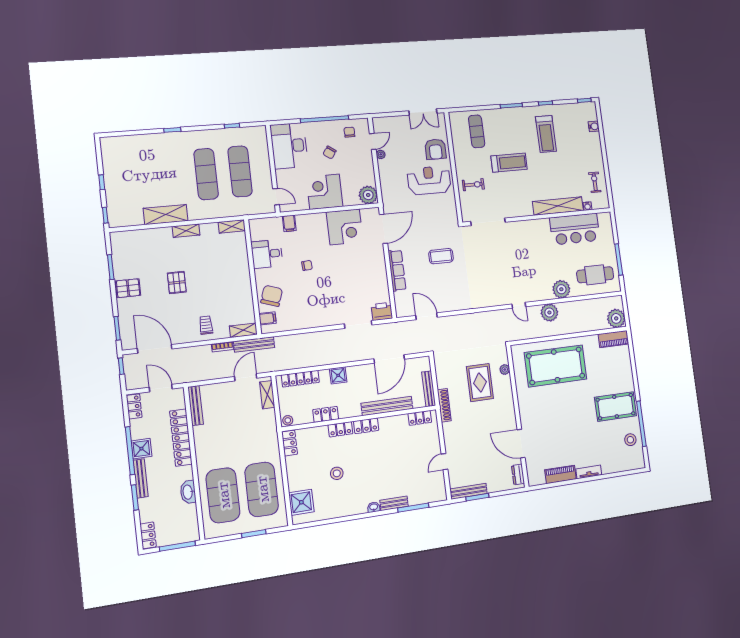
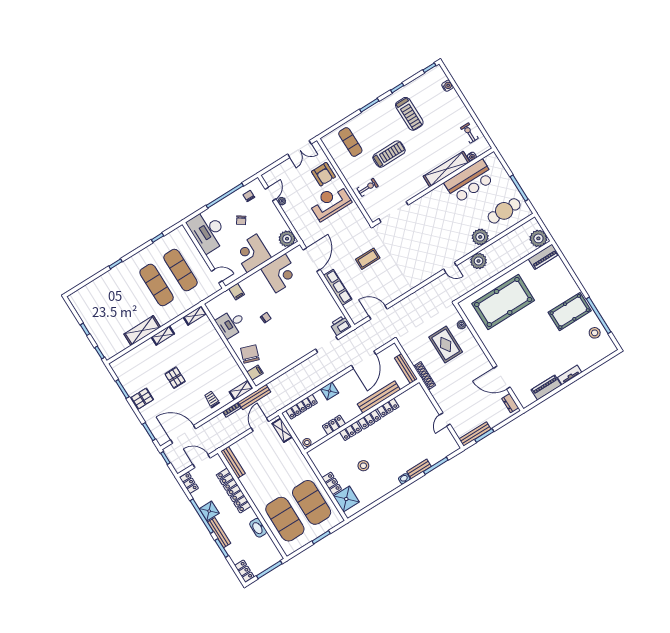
locker: (420, 418) -> (388, 408), moved
locker: (290, 443) -> (332, 483), moved

